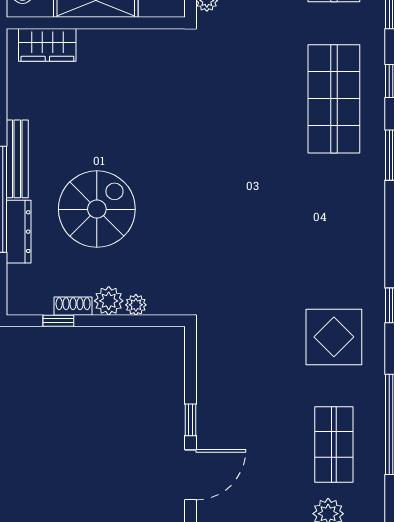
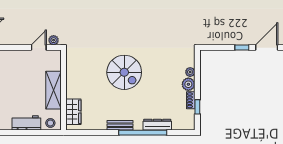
bench: (17, 159) -> (120, 125), width x0.73
spiral stairs: (97, 209) -> (124, 72), moved, turned 180
door: (190, 475) -> (267, 48), hinge flipped

